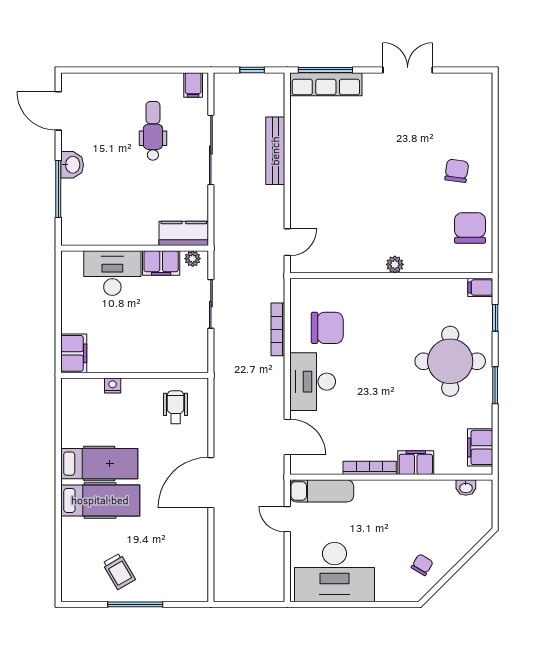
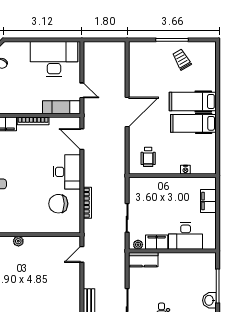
filing cabinet: (74, 353) -> (208, 201), moved

